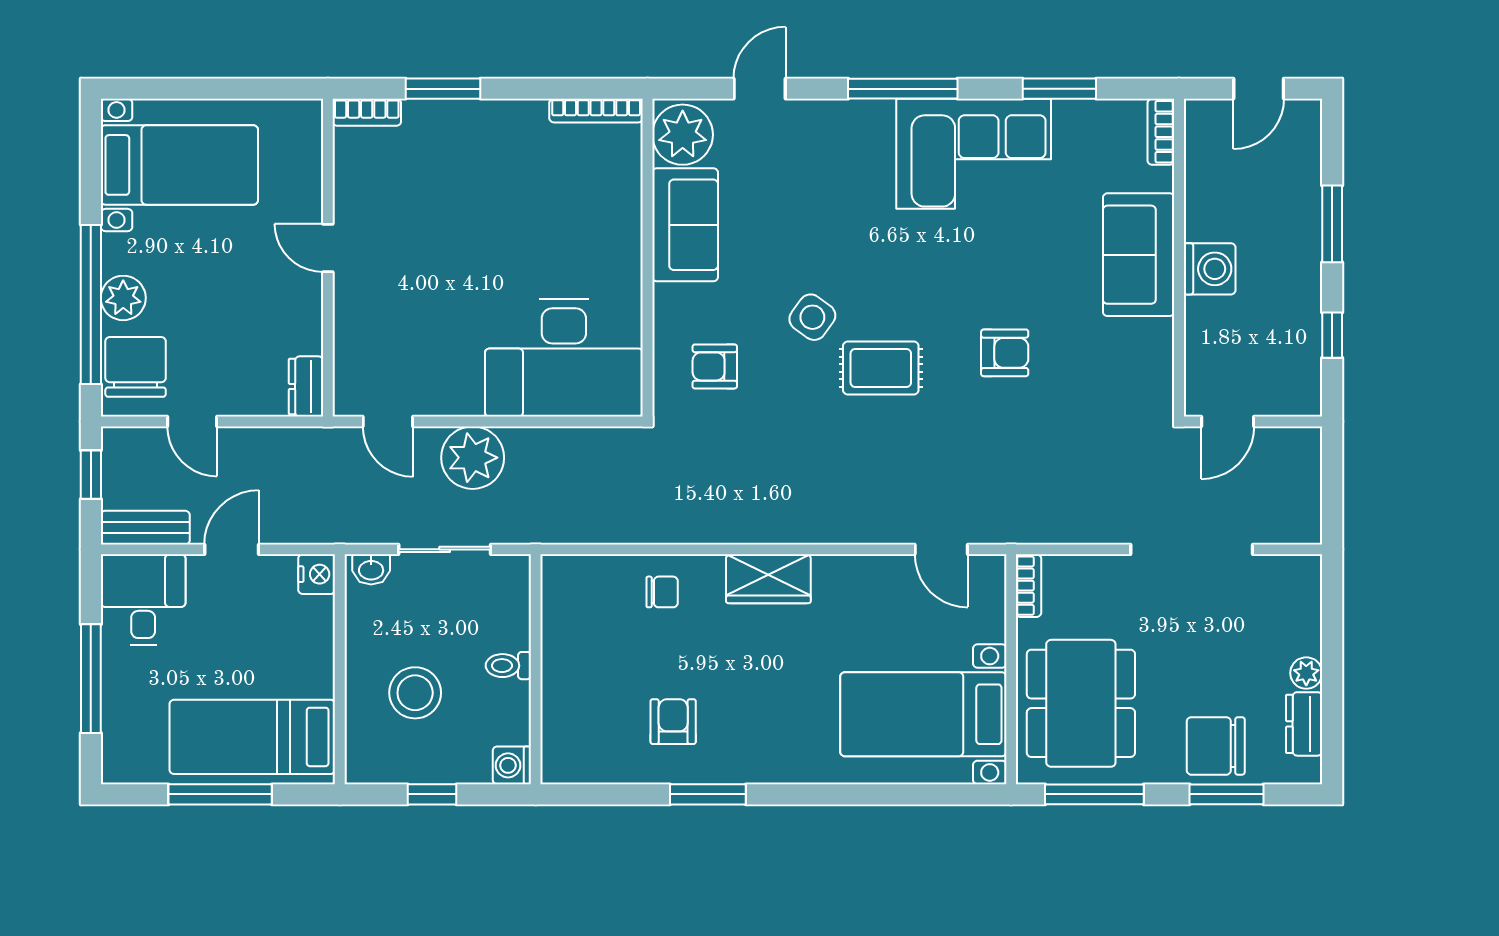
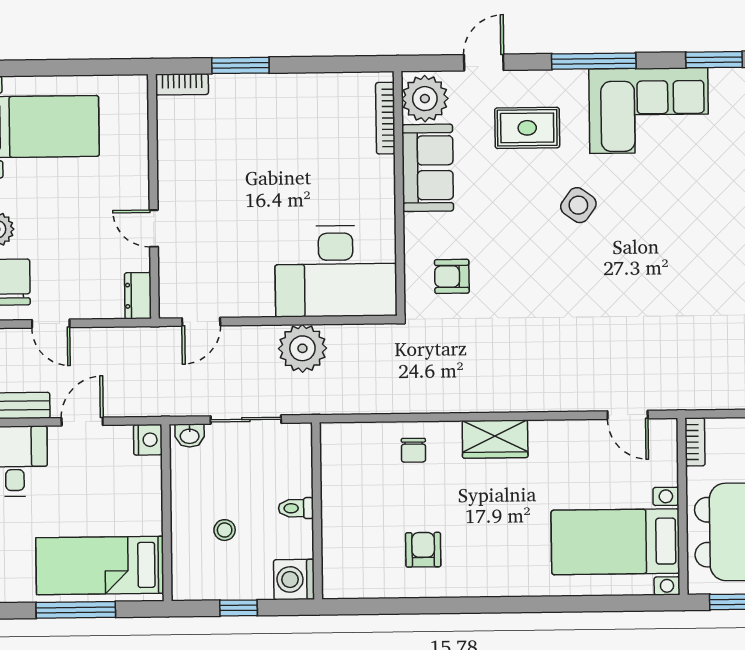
bookcase: (596, 111) -> (385, 118), moved, turned 90
door: (328, 248) -> (154, 228), moved
side table: (812, 317) -> (578, 205), moved
armchair: (1005, 353) -> (675, 263), removed
rug: (881, 368) -> (527, 128), moved
door: (388, 422) -> (201, 322), hinge flipped
plant: (473, 458) -> (302, 348), moved
chair: (662, 592) -> (413, 450), turned 90
stool: (415, 693) -> (225, 530), width x0.53, depth x0.53
washing machine: (512, 765) -> (294, 579), width x1.38, depth x1.38
window: (708, 794) -> (451, 605), removed

